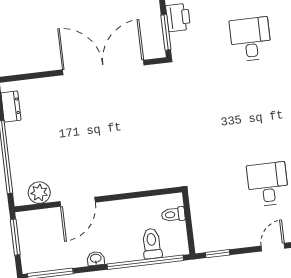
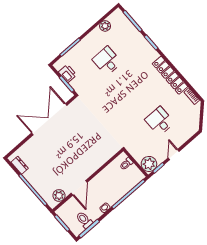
plant: (207, 238) -> (149, 164), added
toilet: (152, 244) -> (84, 220), moved
door: (273, 247) -> (174, 155), moved

